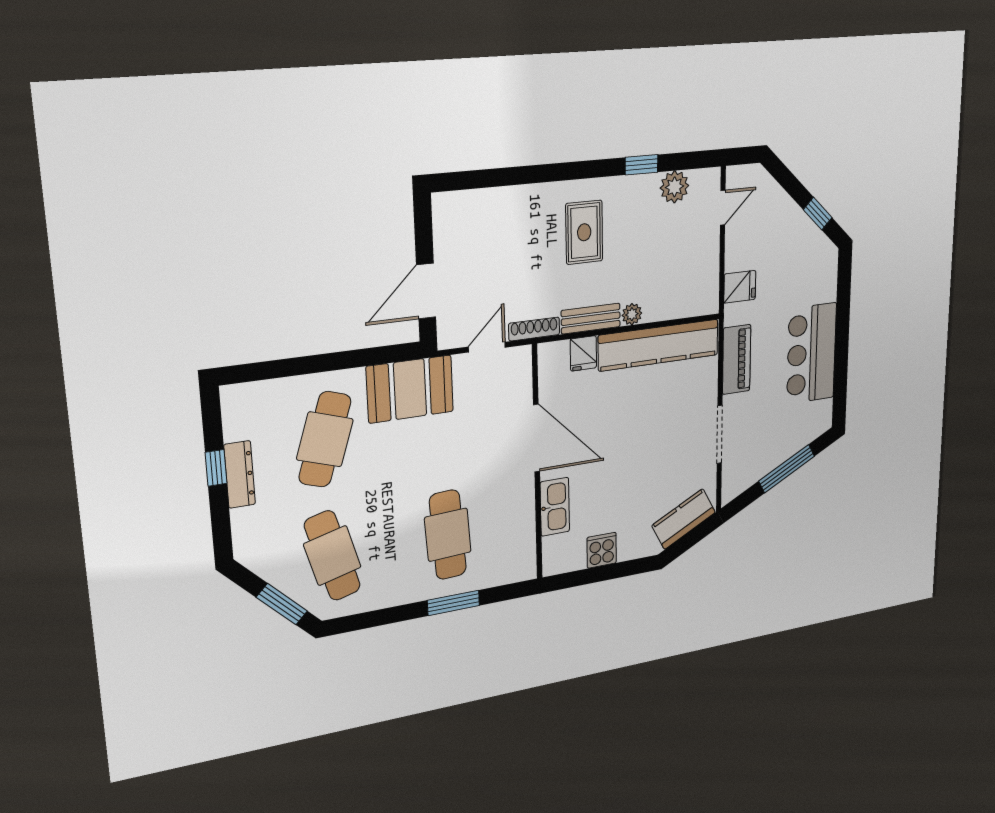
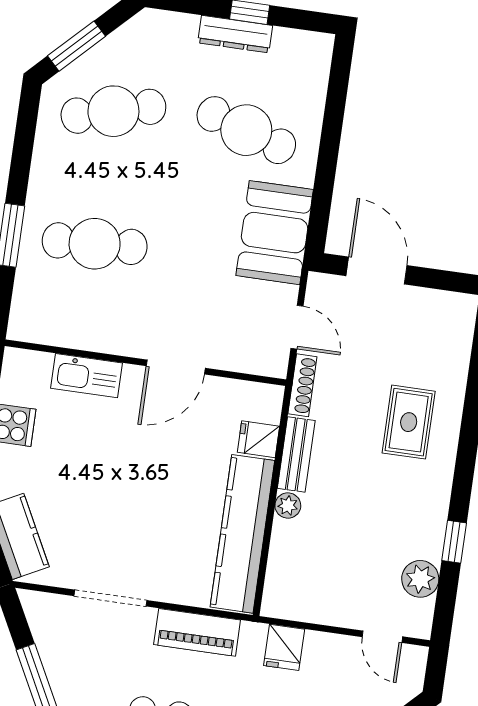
rug: (584, 232) -> (409, 422), moved, turned 90
door: (536, 438) -> (176, 367), width x0.73

